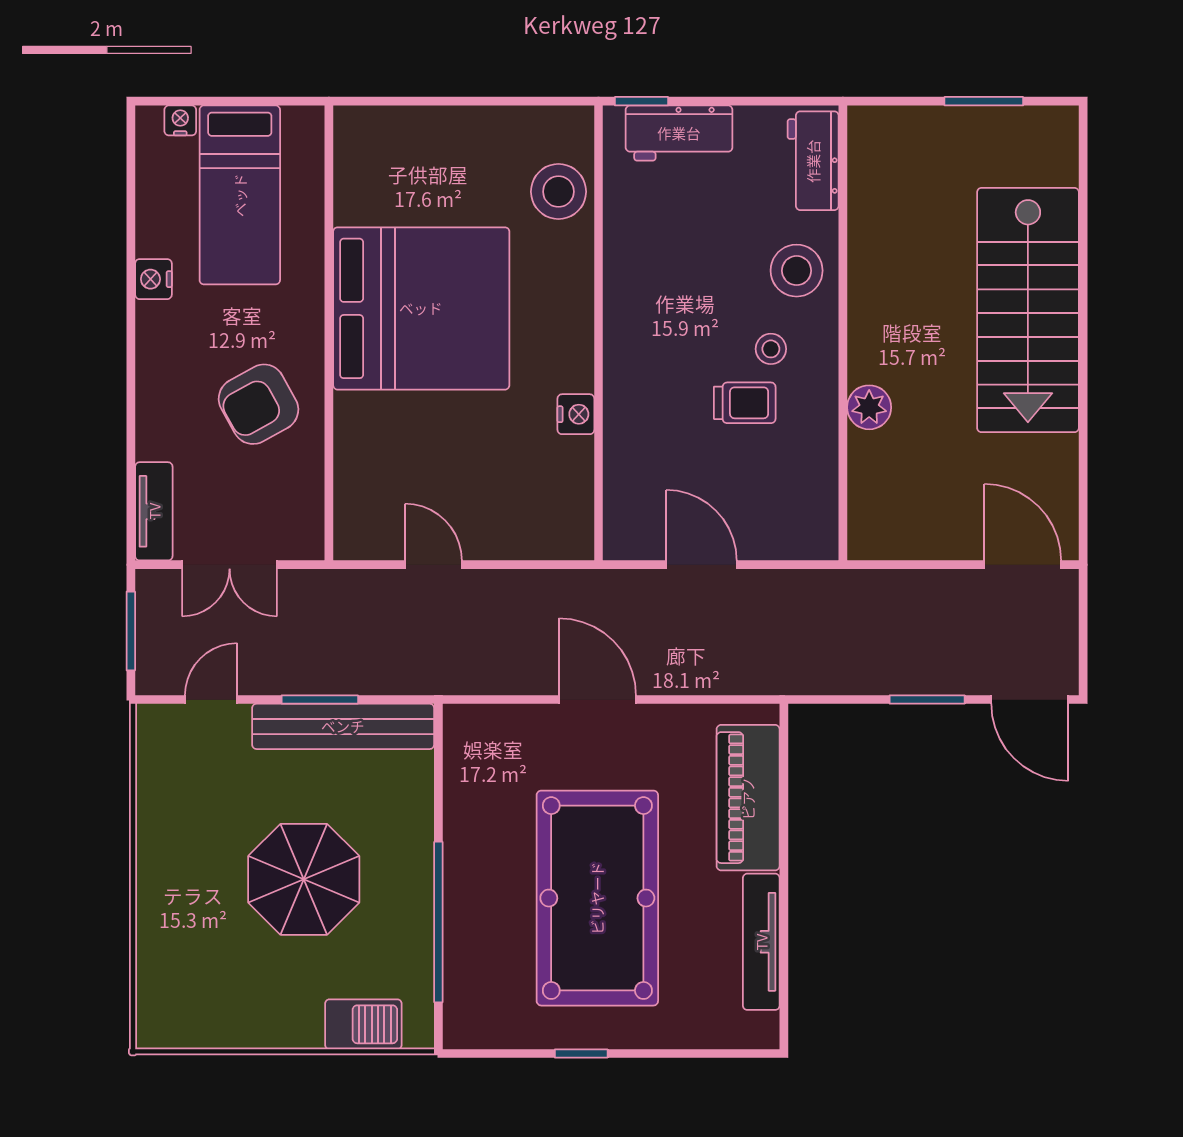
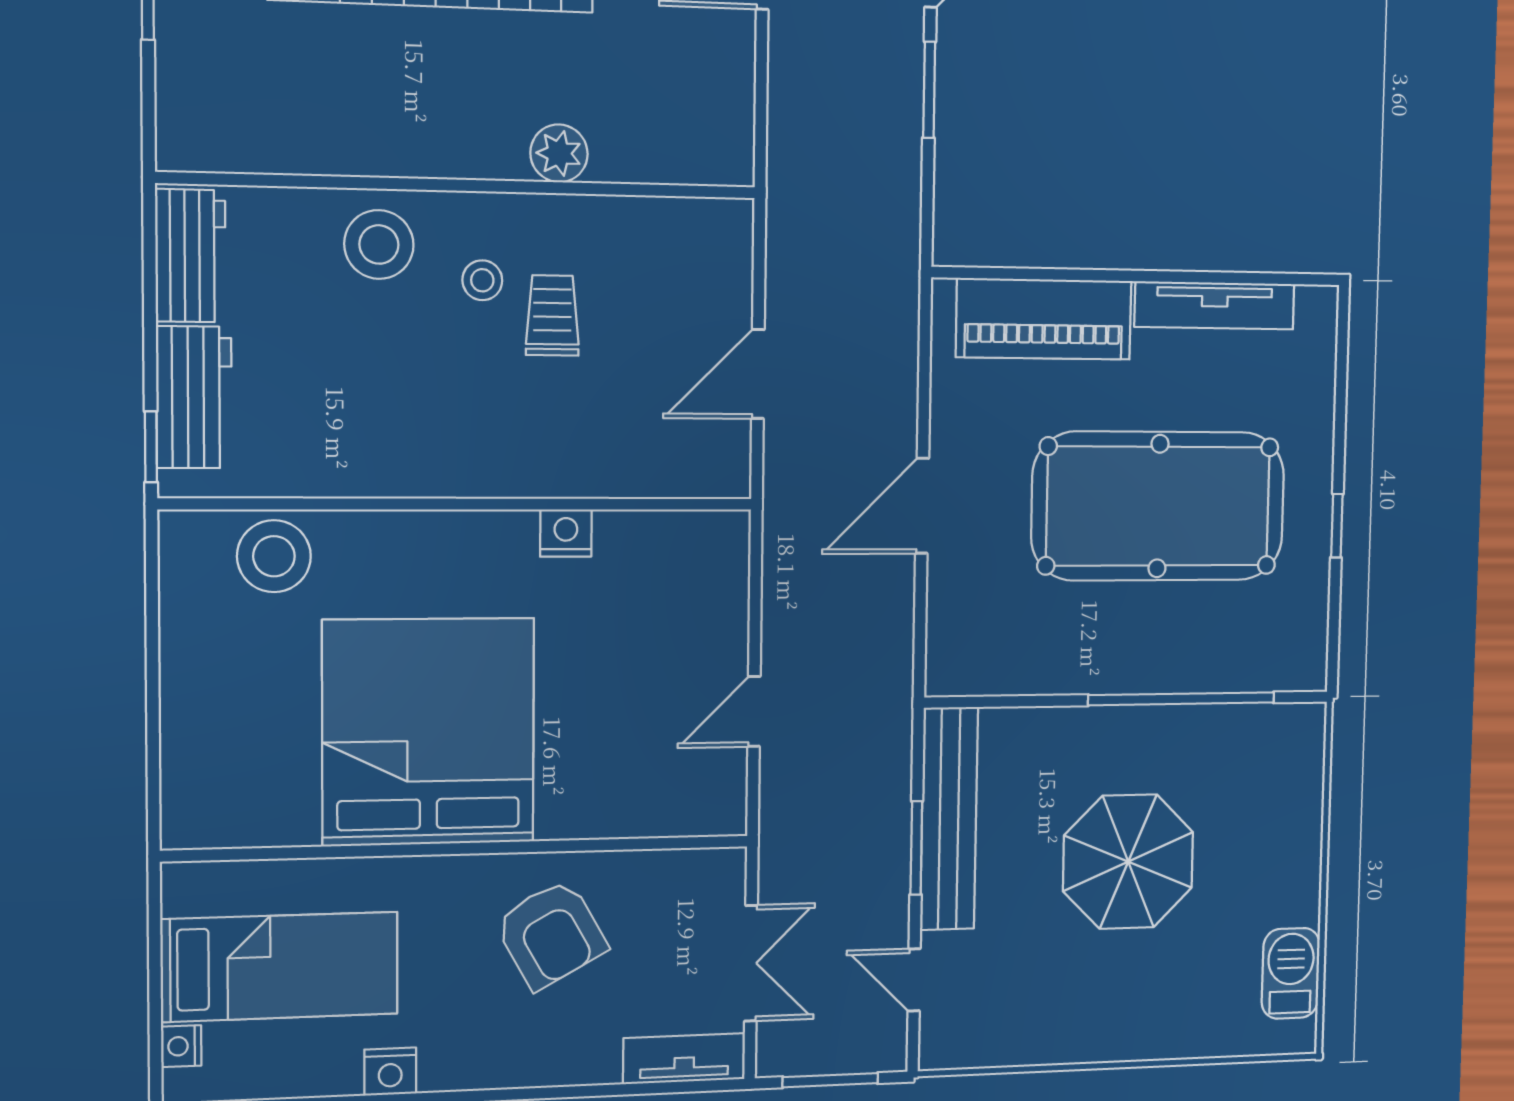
workbench: (813, 161) -> (190, 256), moved, turned -90
barbecue: (363, 1024) -> (1291, 973), moved

